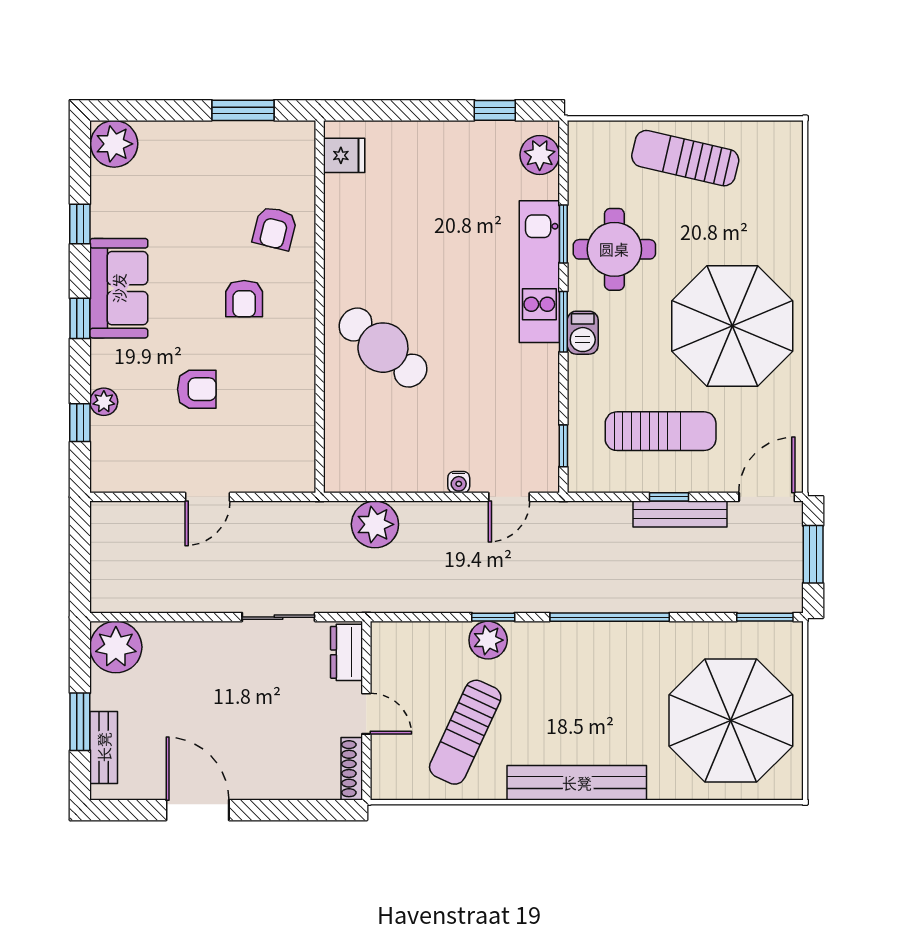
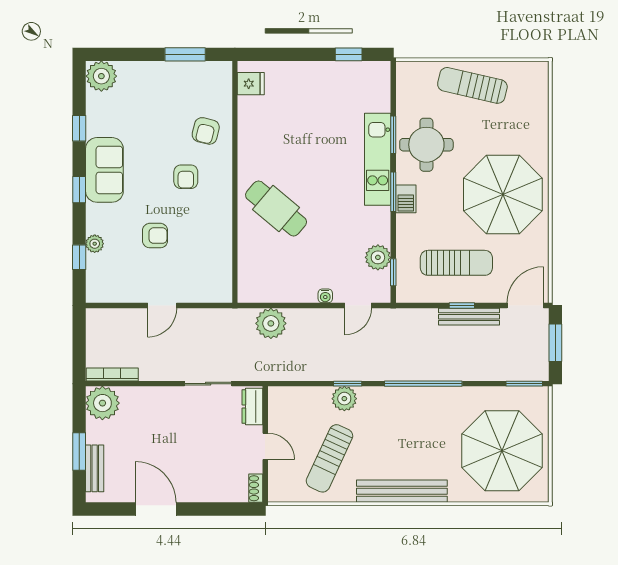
plant: (540, 155) -> (378, 257), moved
bookcase: (131, 603) -> (112, 374), added
shoe rack: (352, 769) -> (256, 488), width x0.70

